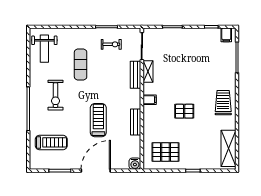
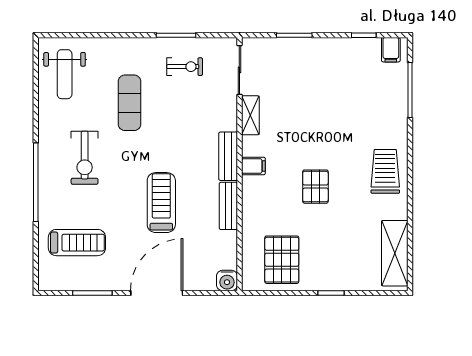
bench: (136, 75) -> (228, 156), moved
pallet: (184, 111) -> (315, 187), turned 90
pallet: (165, 152) -> (282, 260), turned 90

